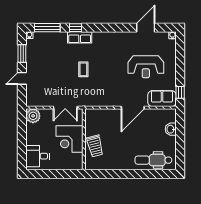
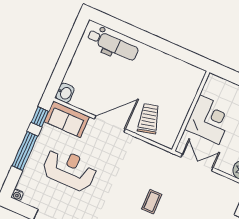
window: (180, 66) -> (25, 151), added
washbasin: (171, 129) -> (65, 93), moved
trolley: (95, 146) -> (149, 119), moved

